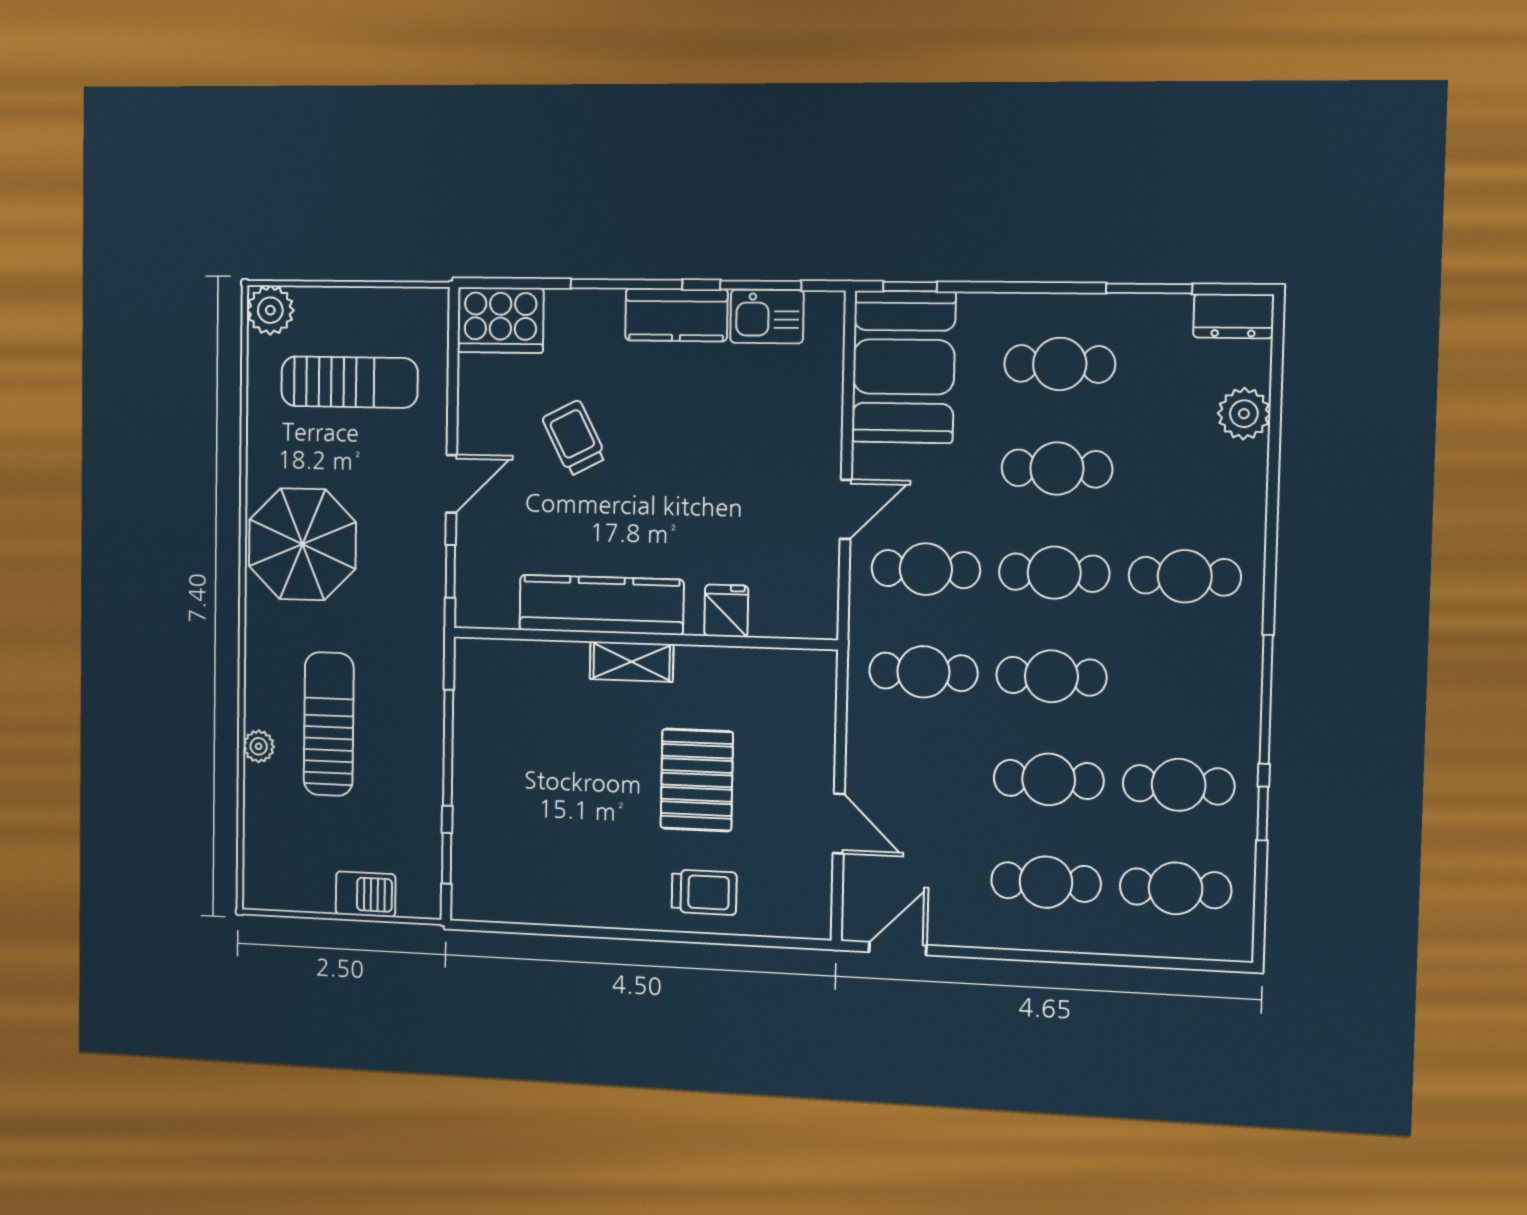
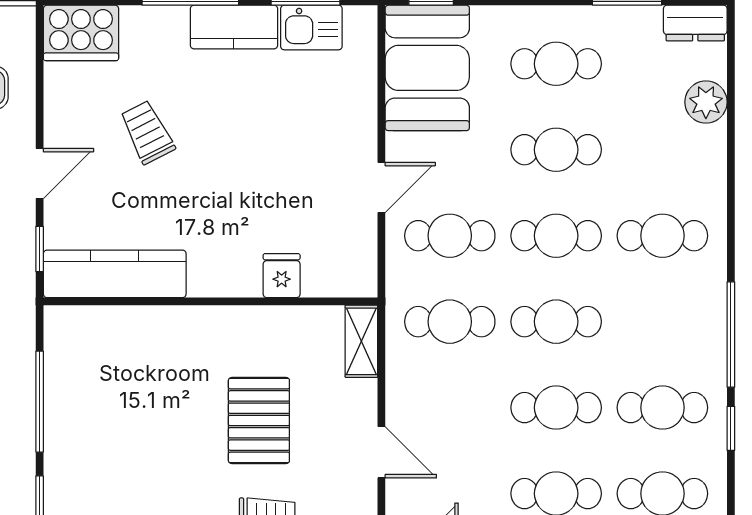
kitchen counter: (601, 605) -> (115, 274), moved
shelving: (632, 662) -> (361, 341), moved, turned 90

